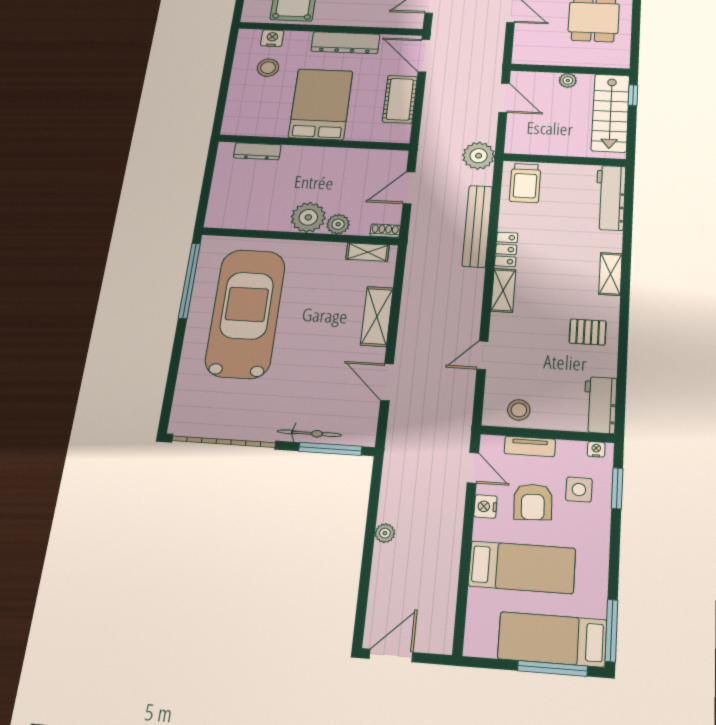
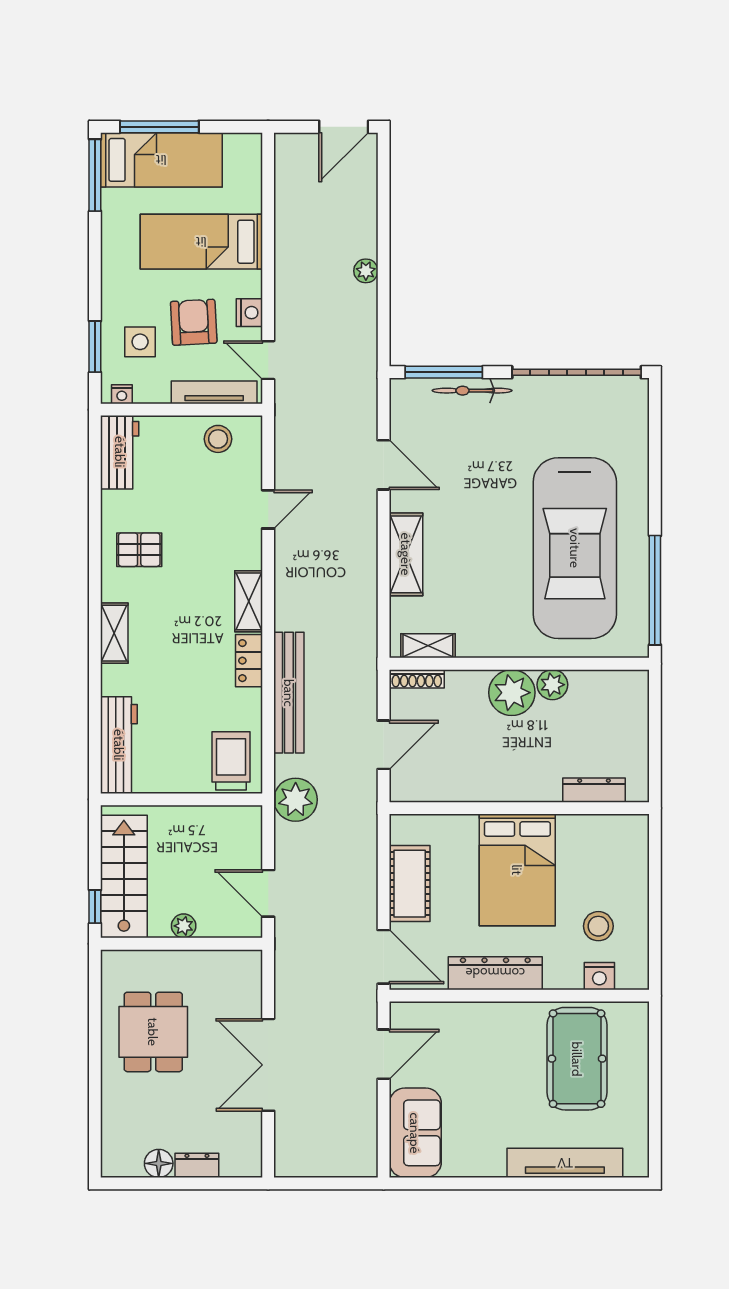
plant: (338, 224) -> (552, 685), moved
shoe rack: (385, 231) -> (417, 679), width x1.43
tv unit: (530, 446) -> (214, 392), width x1.41

